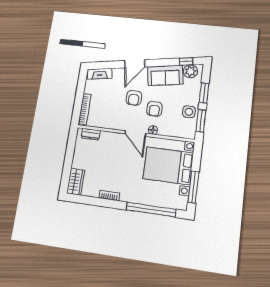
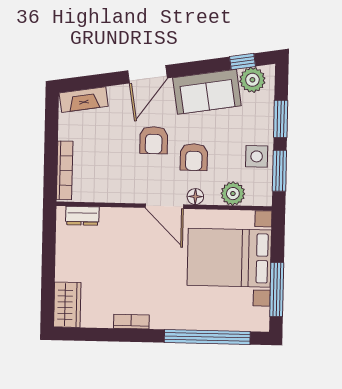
plant: (174, 131) -> (233, 194), added

